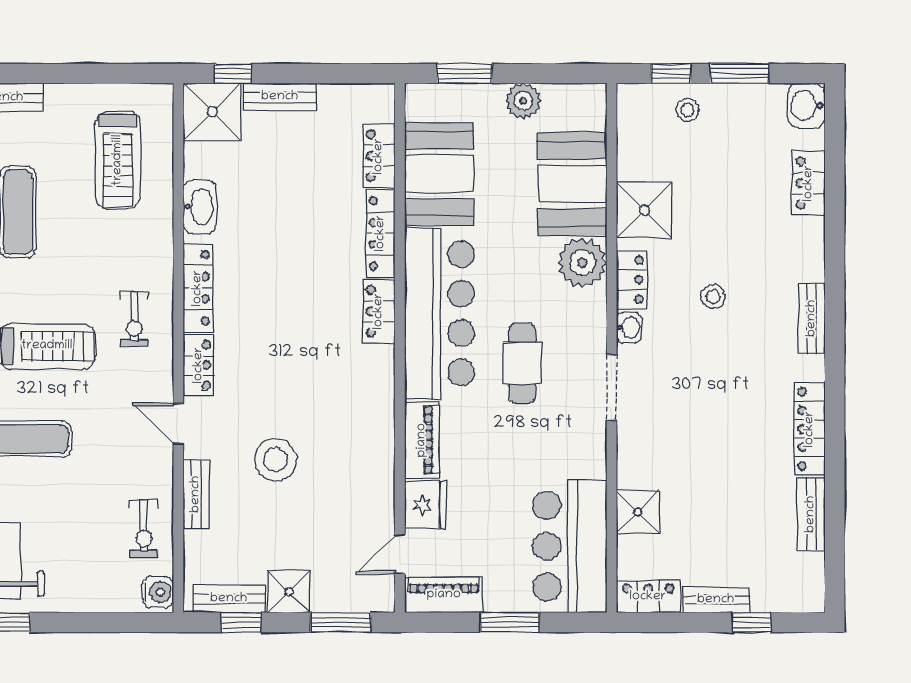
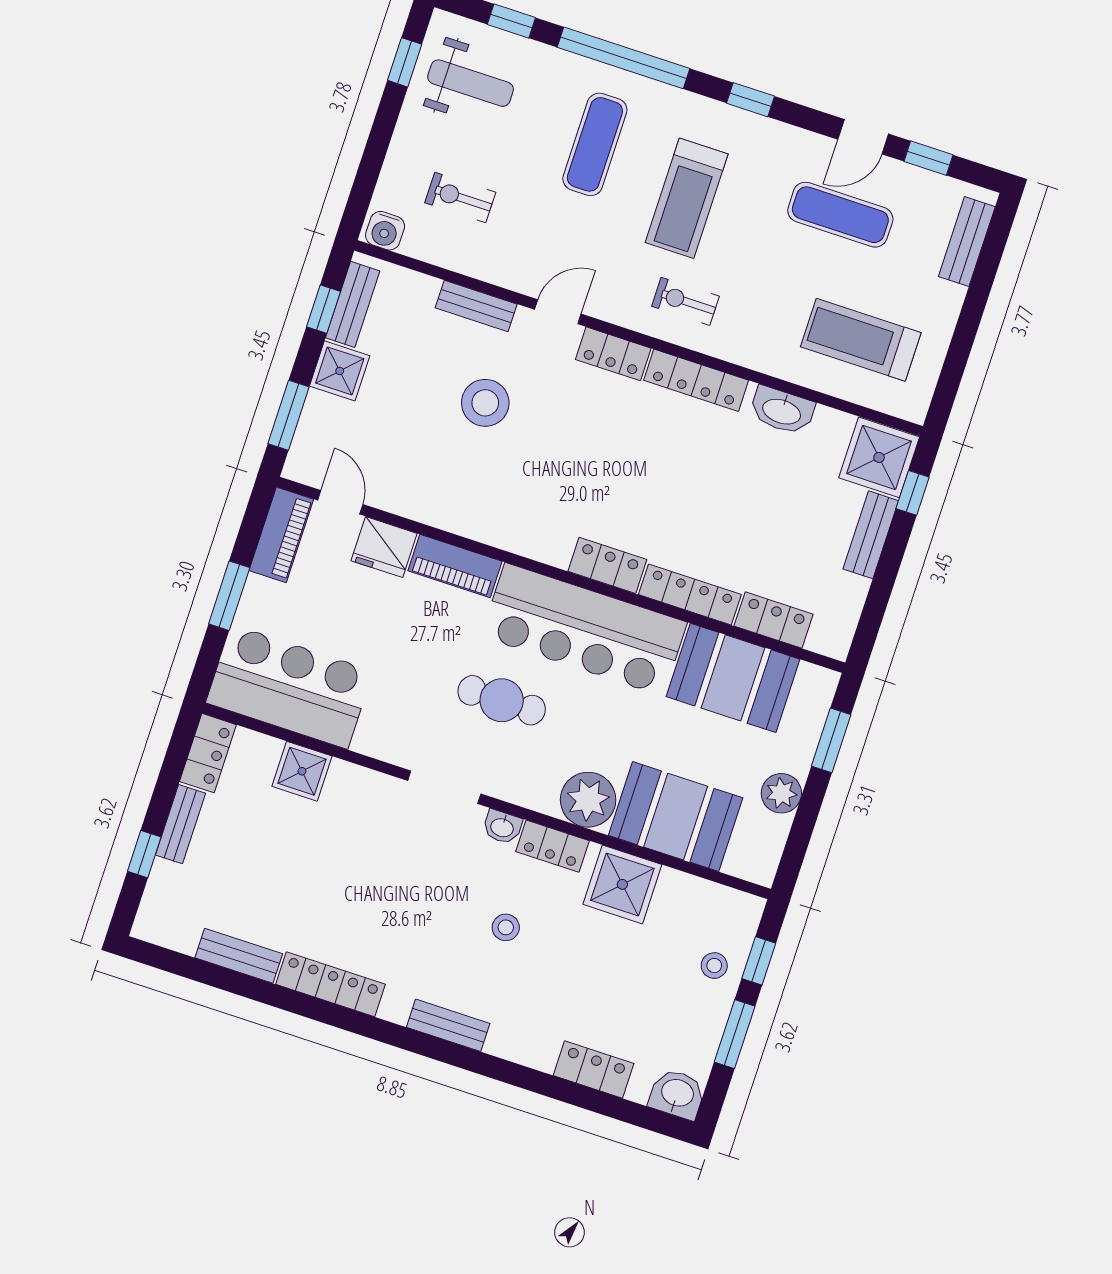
exercise bike: (144, 528) -> (460, 197), moved

